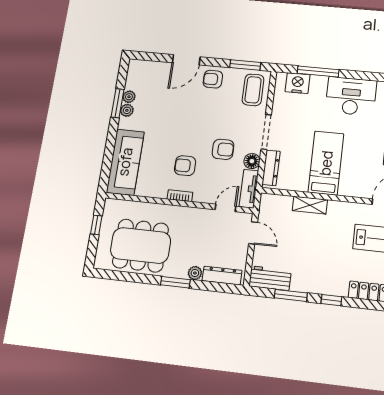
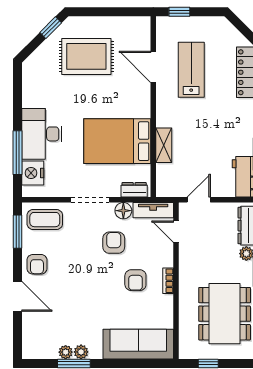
desk: (351, 96) -> (42, 134), moved
bed: (326, 163) -> (117, 141), width x1.50
dresser: (271, 168) -> (134, 190), width x0.70

